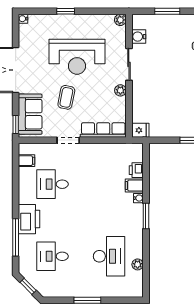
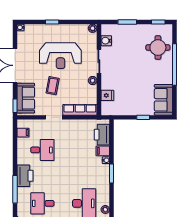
fridge: (140, 130) -> (107, 95), moved
printer: (136, 170) -> (102, 135), width x1.87, depth x1.48
desk: (53, 184) -> (42, 150), turned 180

